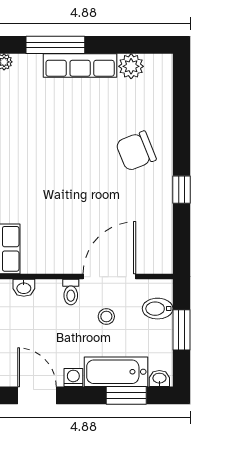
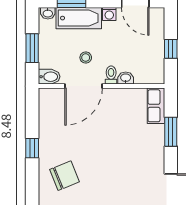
washbasin: (24, 288) -> (126, 78), moved
bidet: (158, 309) -> (49, 77), moved

